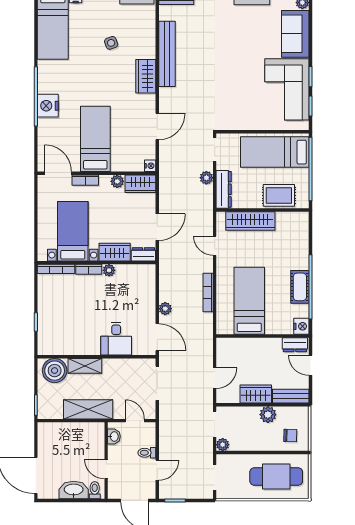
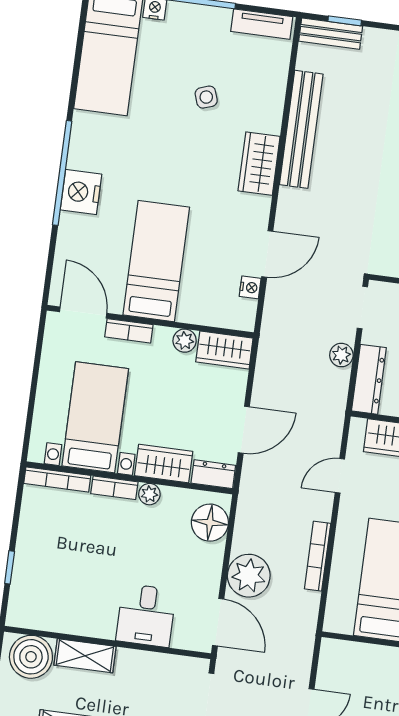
nightstand: (150, 166) -> (250, 287), moved
door: (215, 246) -> (340, 476), hinge flipped
floor lamp: (145, 282) -> (210, 523), added
plant: (165, 309) -> (249, 576), width x1.87, depth x1.87

